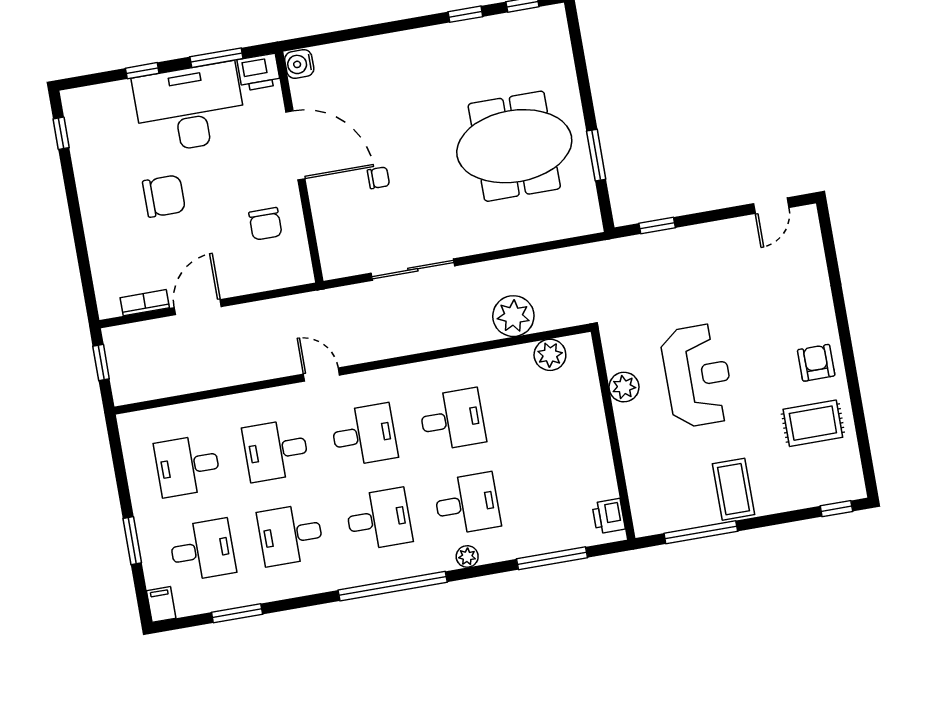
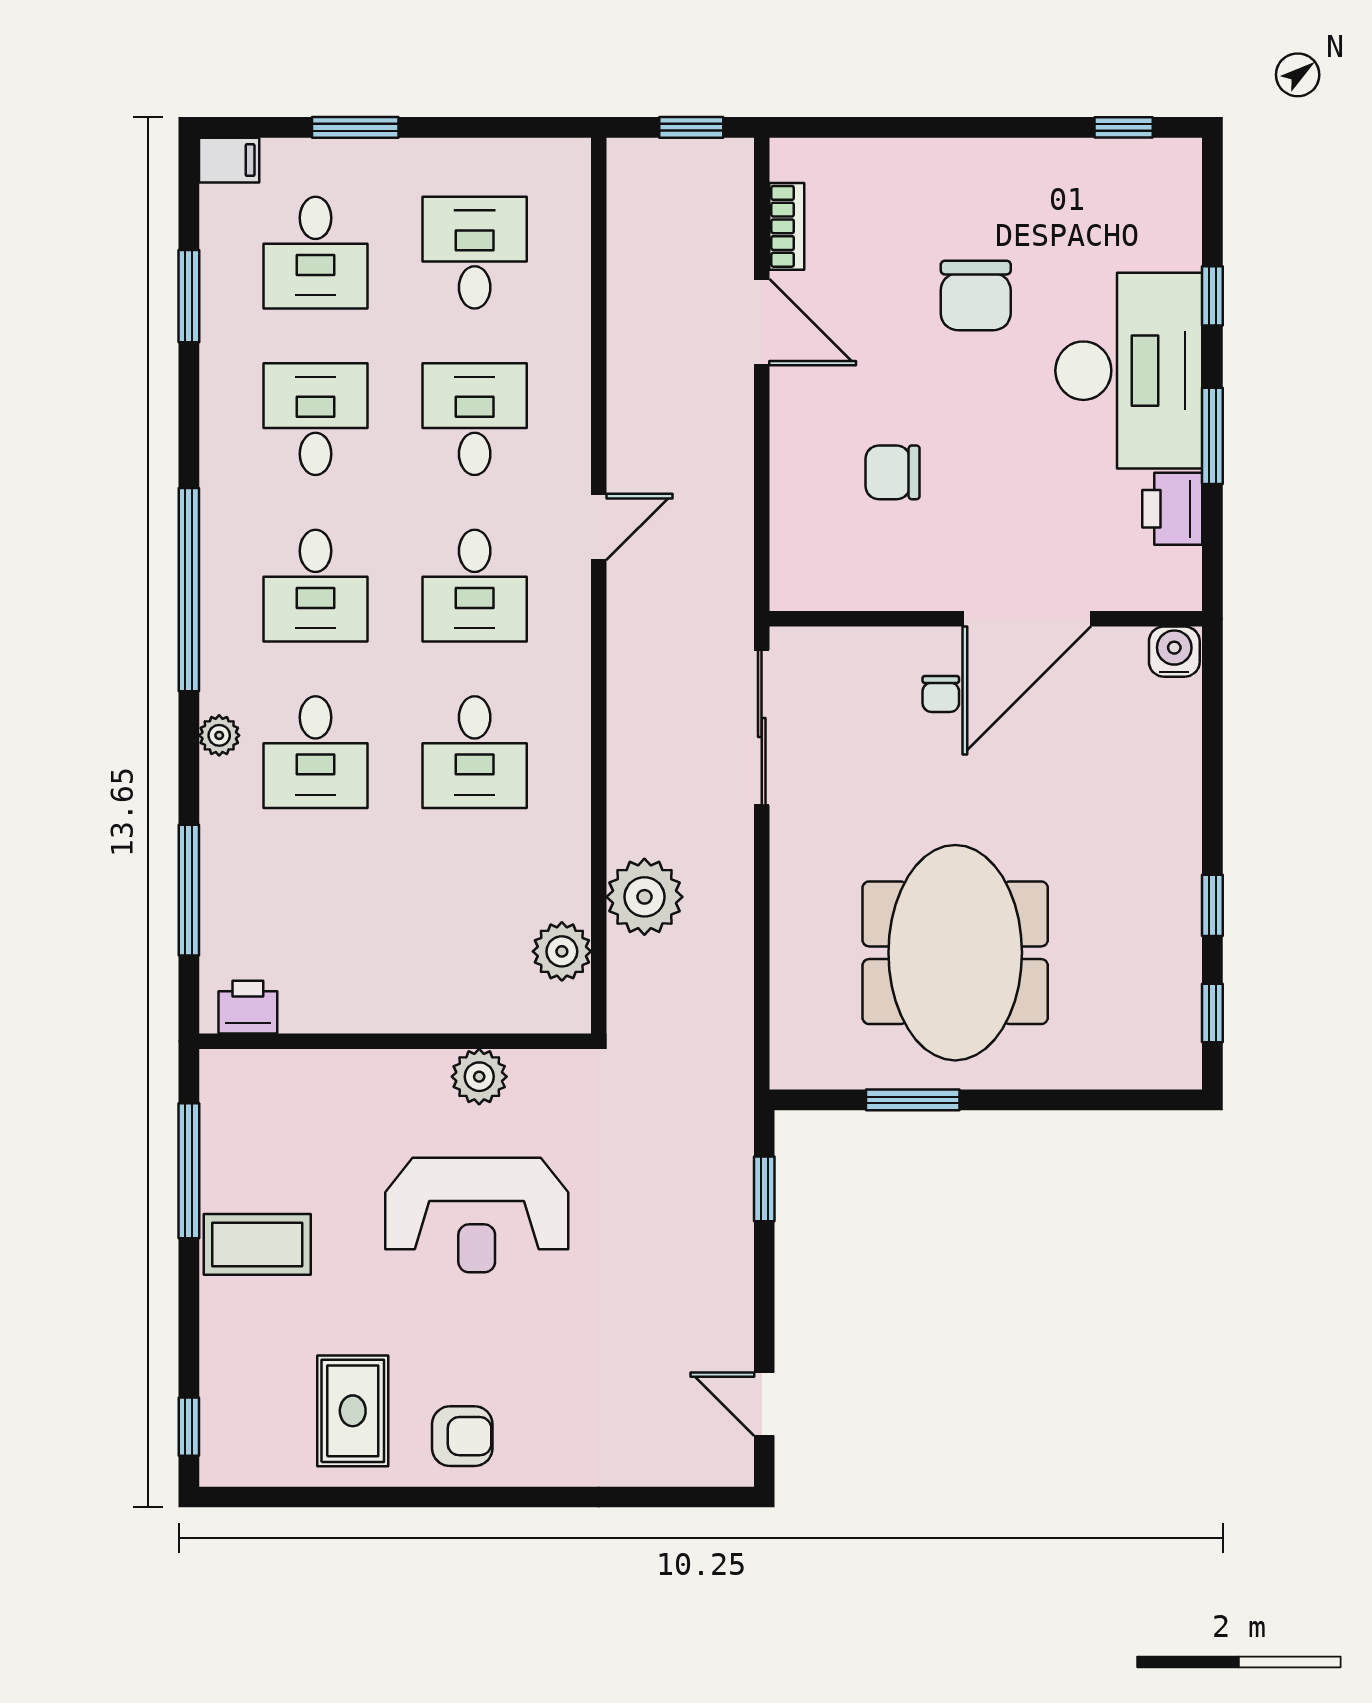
water cooler: (299, 64) -> (1174, 652), moved
door: (295, 145) -> (1027, 619), moved
wall: (299, 167) -> (986, 619), moved

